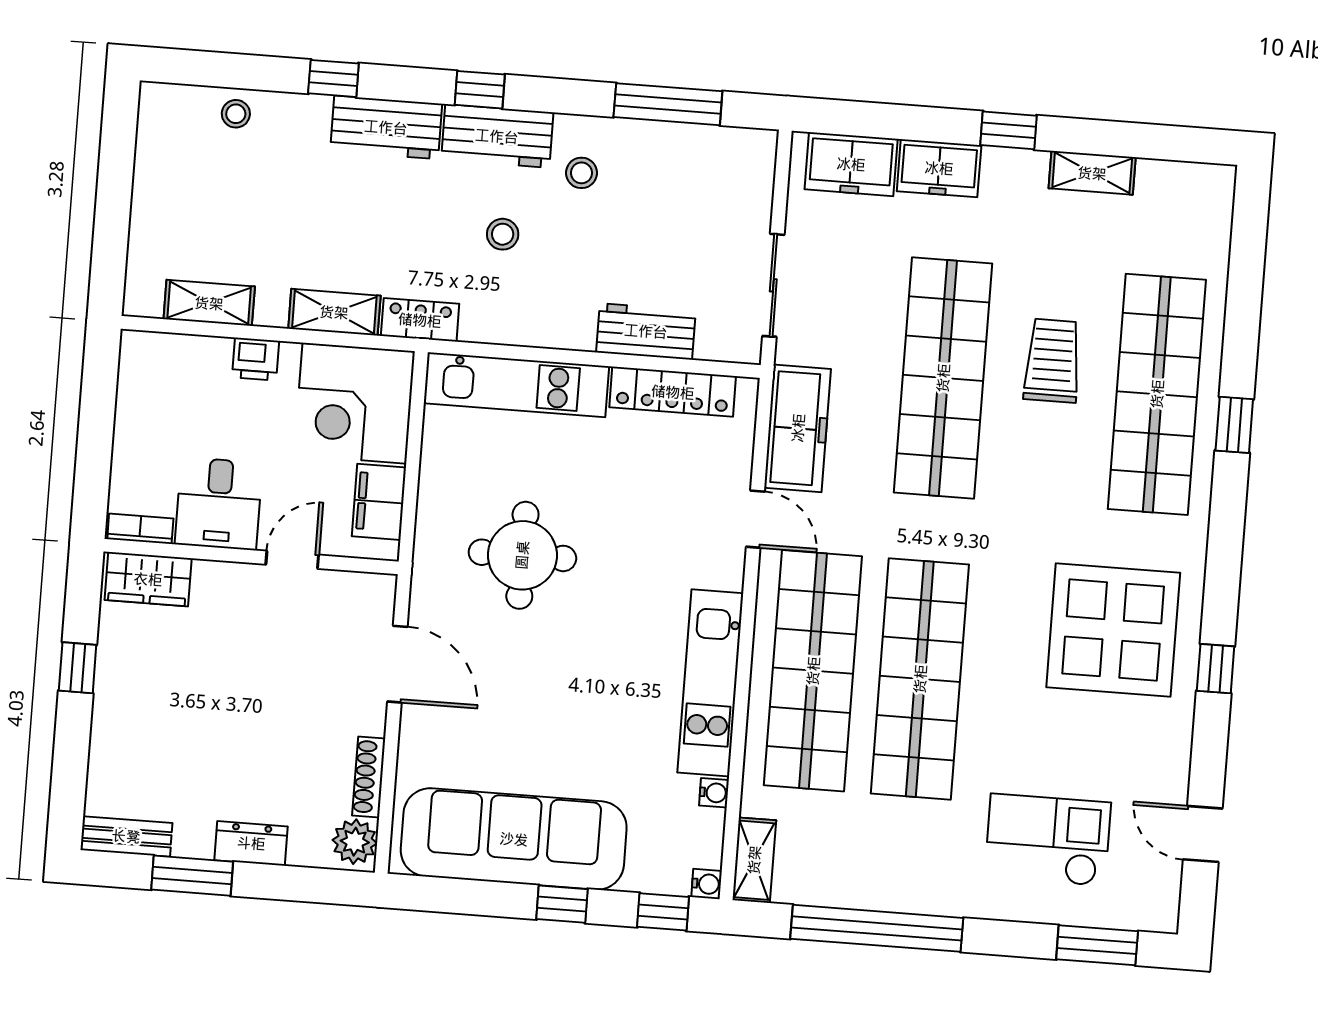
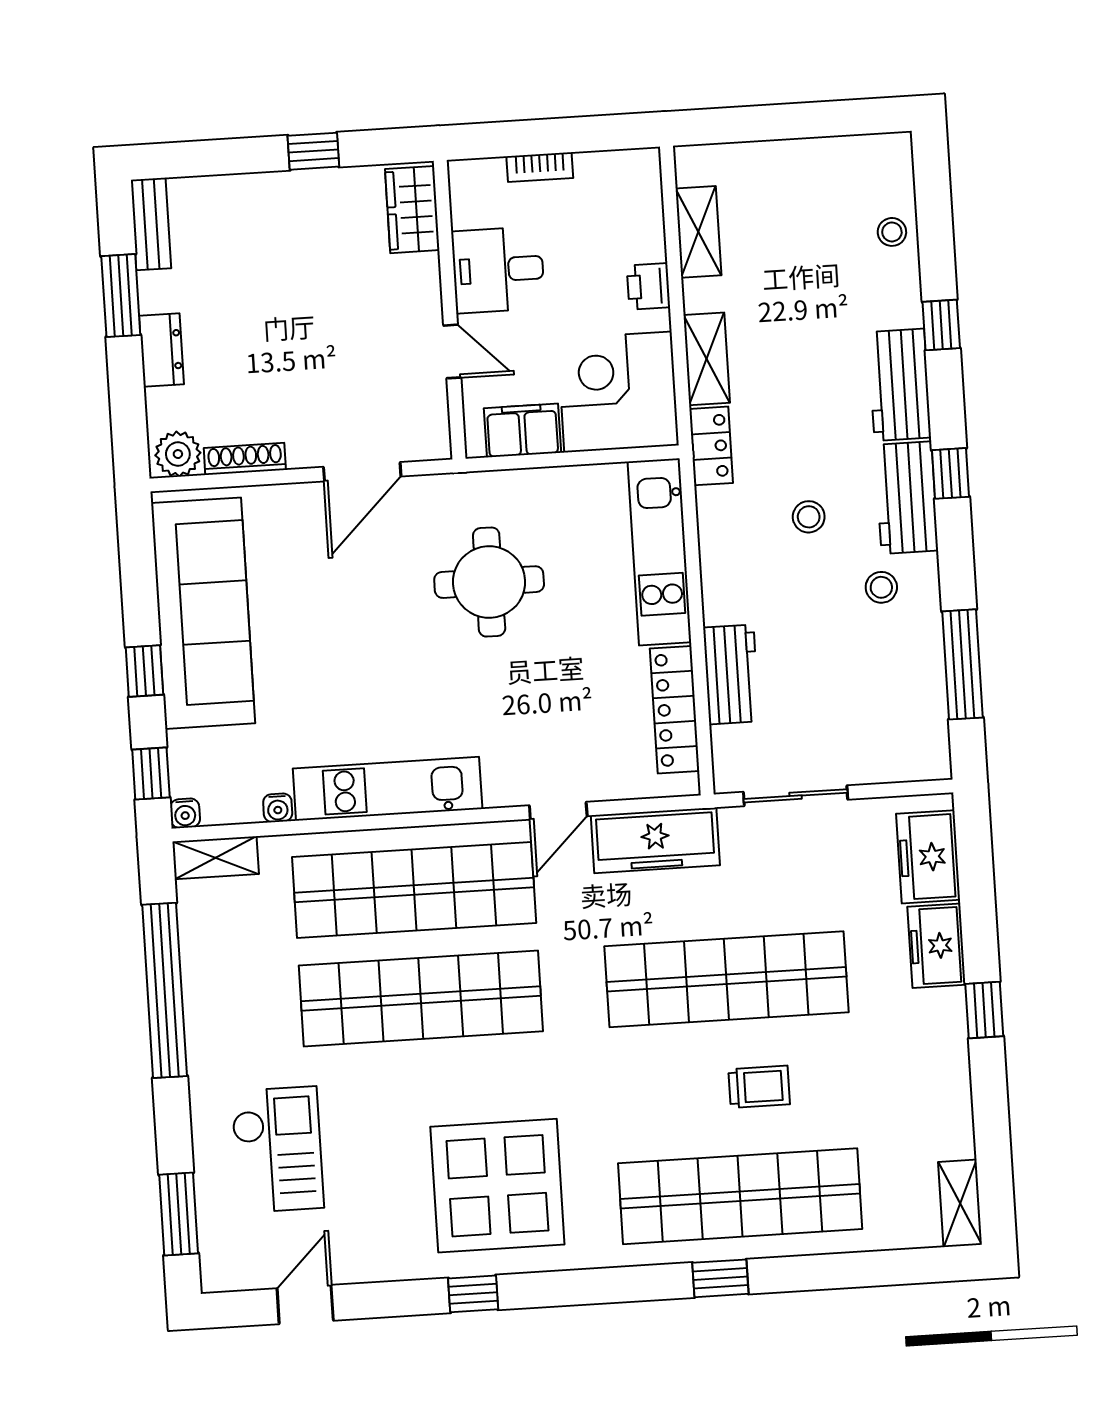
shelving: (1092, 173) -> (960, 1203), moved
trolley: (1053, 361) -> (759, 1087), width x0.73, depth x0.72
bookcase: (140, 529) -> (540, 167), moved, turned 90

